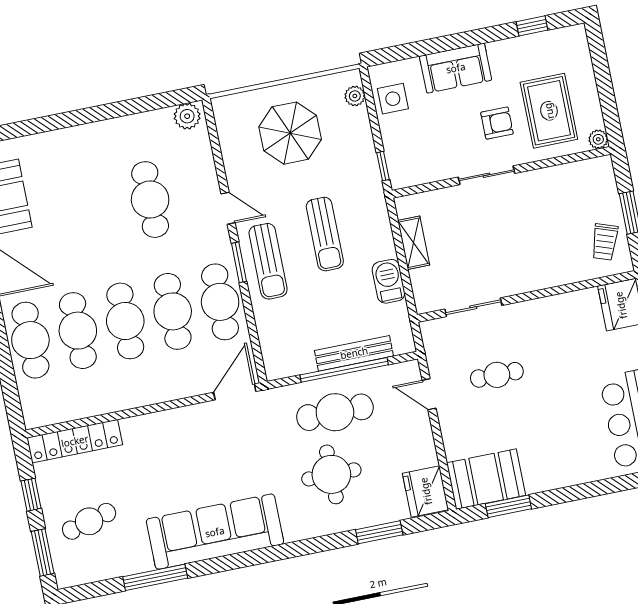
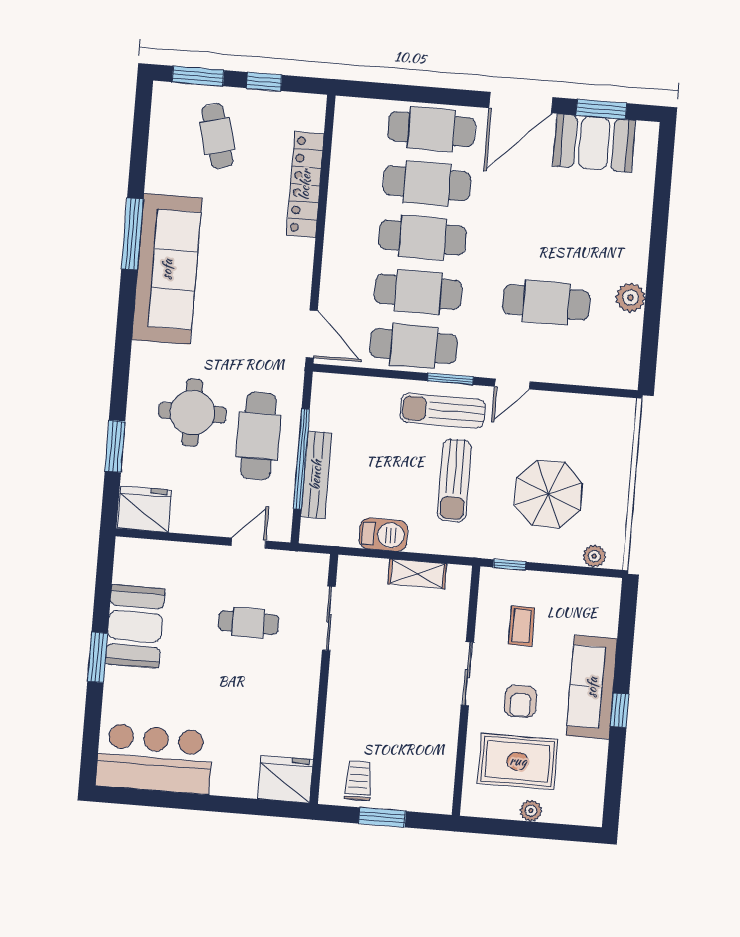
window: (532, 26) -> (620, 710), moved
sofa: (456, 68) -> (592, 687), width x1.36
side table: (393, 99) -> (579, 596), removed
plant: (187, 116) -> (631, 298), moved
parasol: (290, 133) -> (548, 494), moved
plant: (598, 139) -> (531, 811), moved
coffee table: (432, 141) -> (522, 626), added
sun lounger: (325, 234) -> (454, 480), turned -90
trolley: (605, 242) -> (358, 781), turned 71
cafe table: (497, 375) -> (248, 623), turned 90
locker: (75, 441) -> (305, 185), moved
booth: (486, 479) -> (135, 626), moved
window: (508, 506) -> (98, 657), moved
window: (155, 577) -> (132, 234), moved

